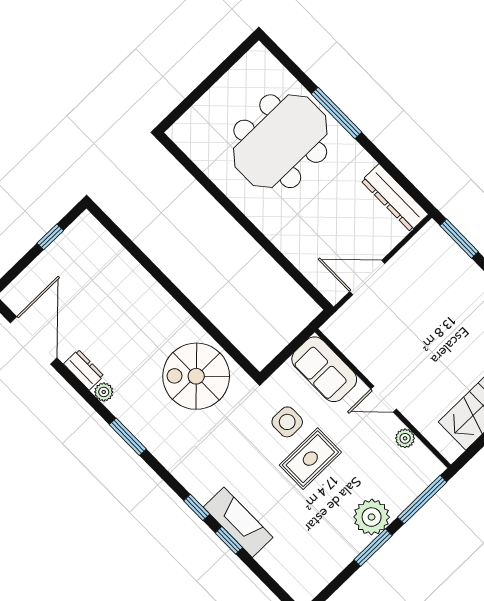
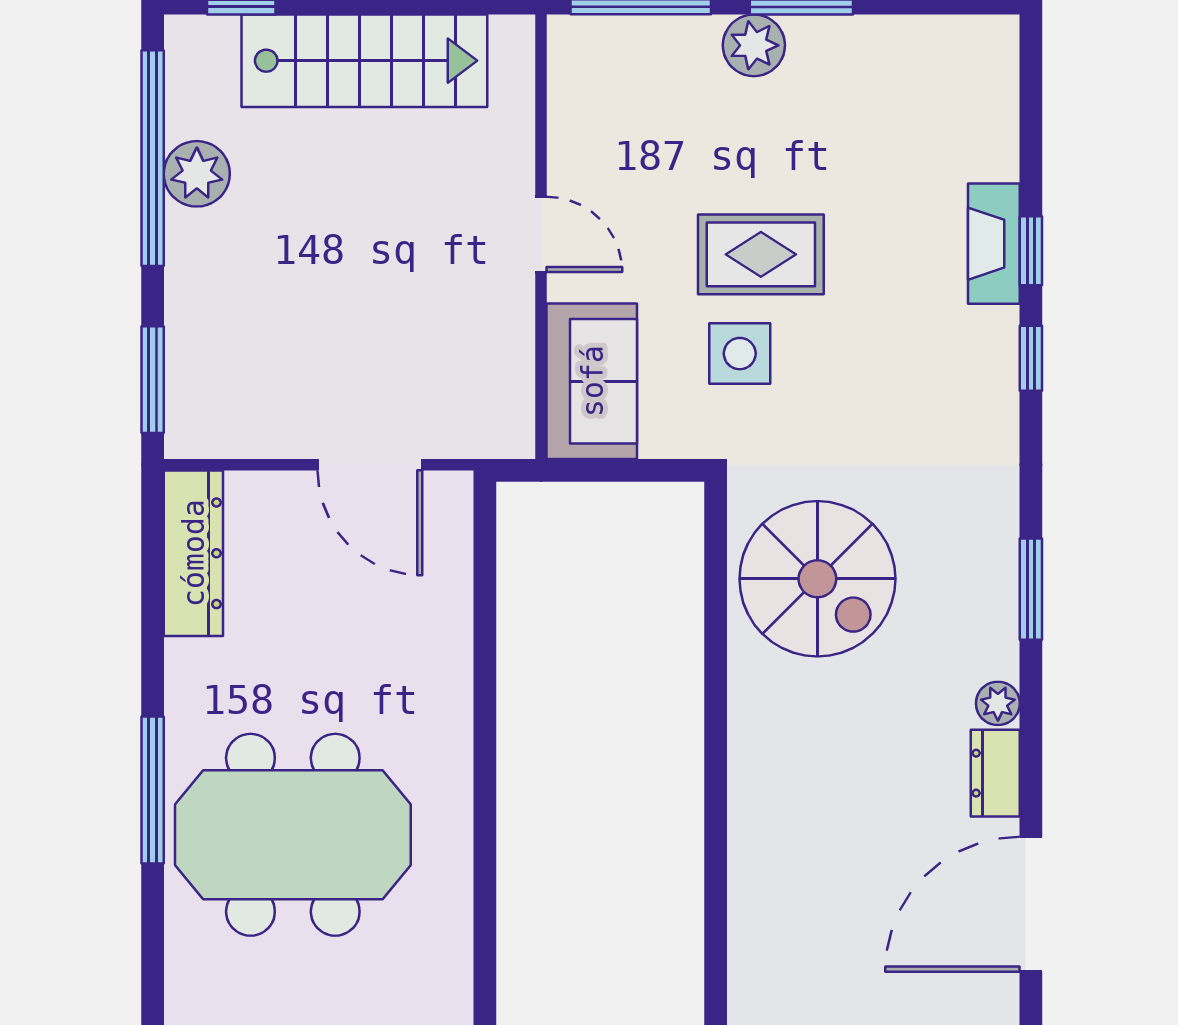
plant: (405, 438) -> (569, 134), removed
plant: (372, 517) -> (754, 45), width x0.73, depth x0.73
fireplace: (238, 522) -> (994, 244), width x0.73, depth x0.76

